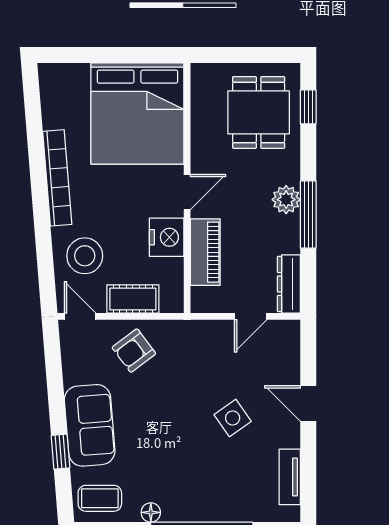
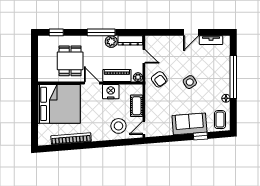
dining table: (259, 112) -> (70, 61), moved, turned 90
bookcase: (57, 178) -> (71, 139), moved
plant: (286, 200) -> (111, 42), moved
plant: (201, 302) -> (138, 77), added
armchair: (134, 351) -> (159, 79), moved
door: (308, 404) -> (191, 32), moved
side table: (233, 418) -> (190, 82), moved

